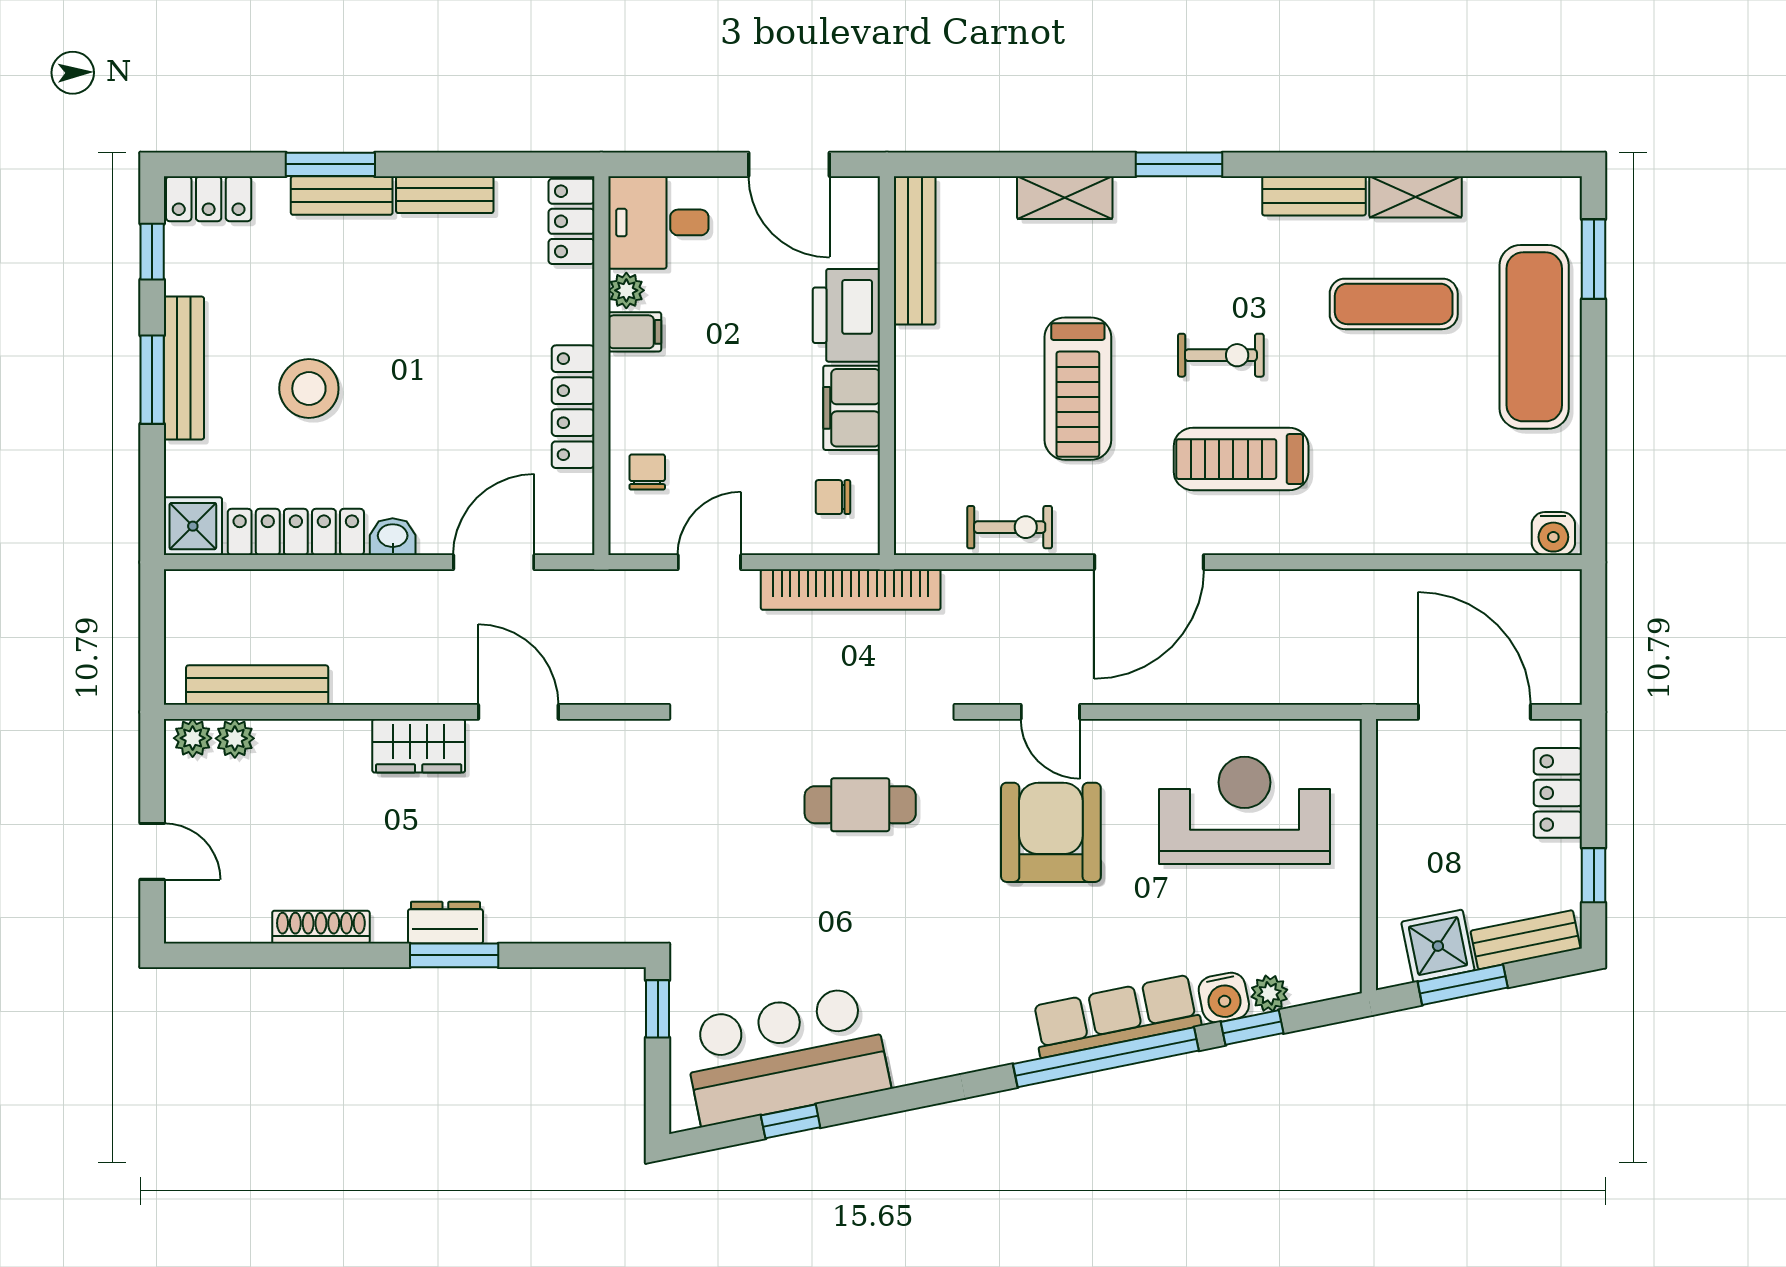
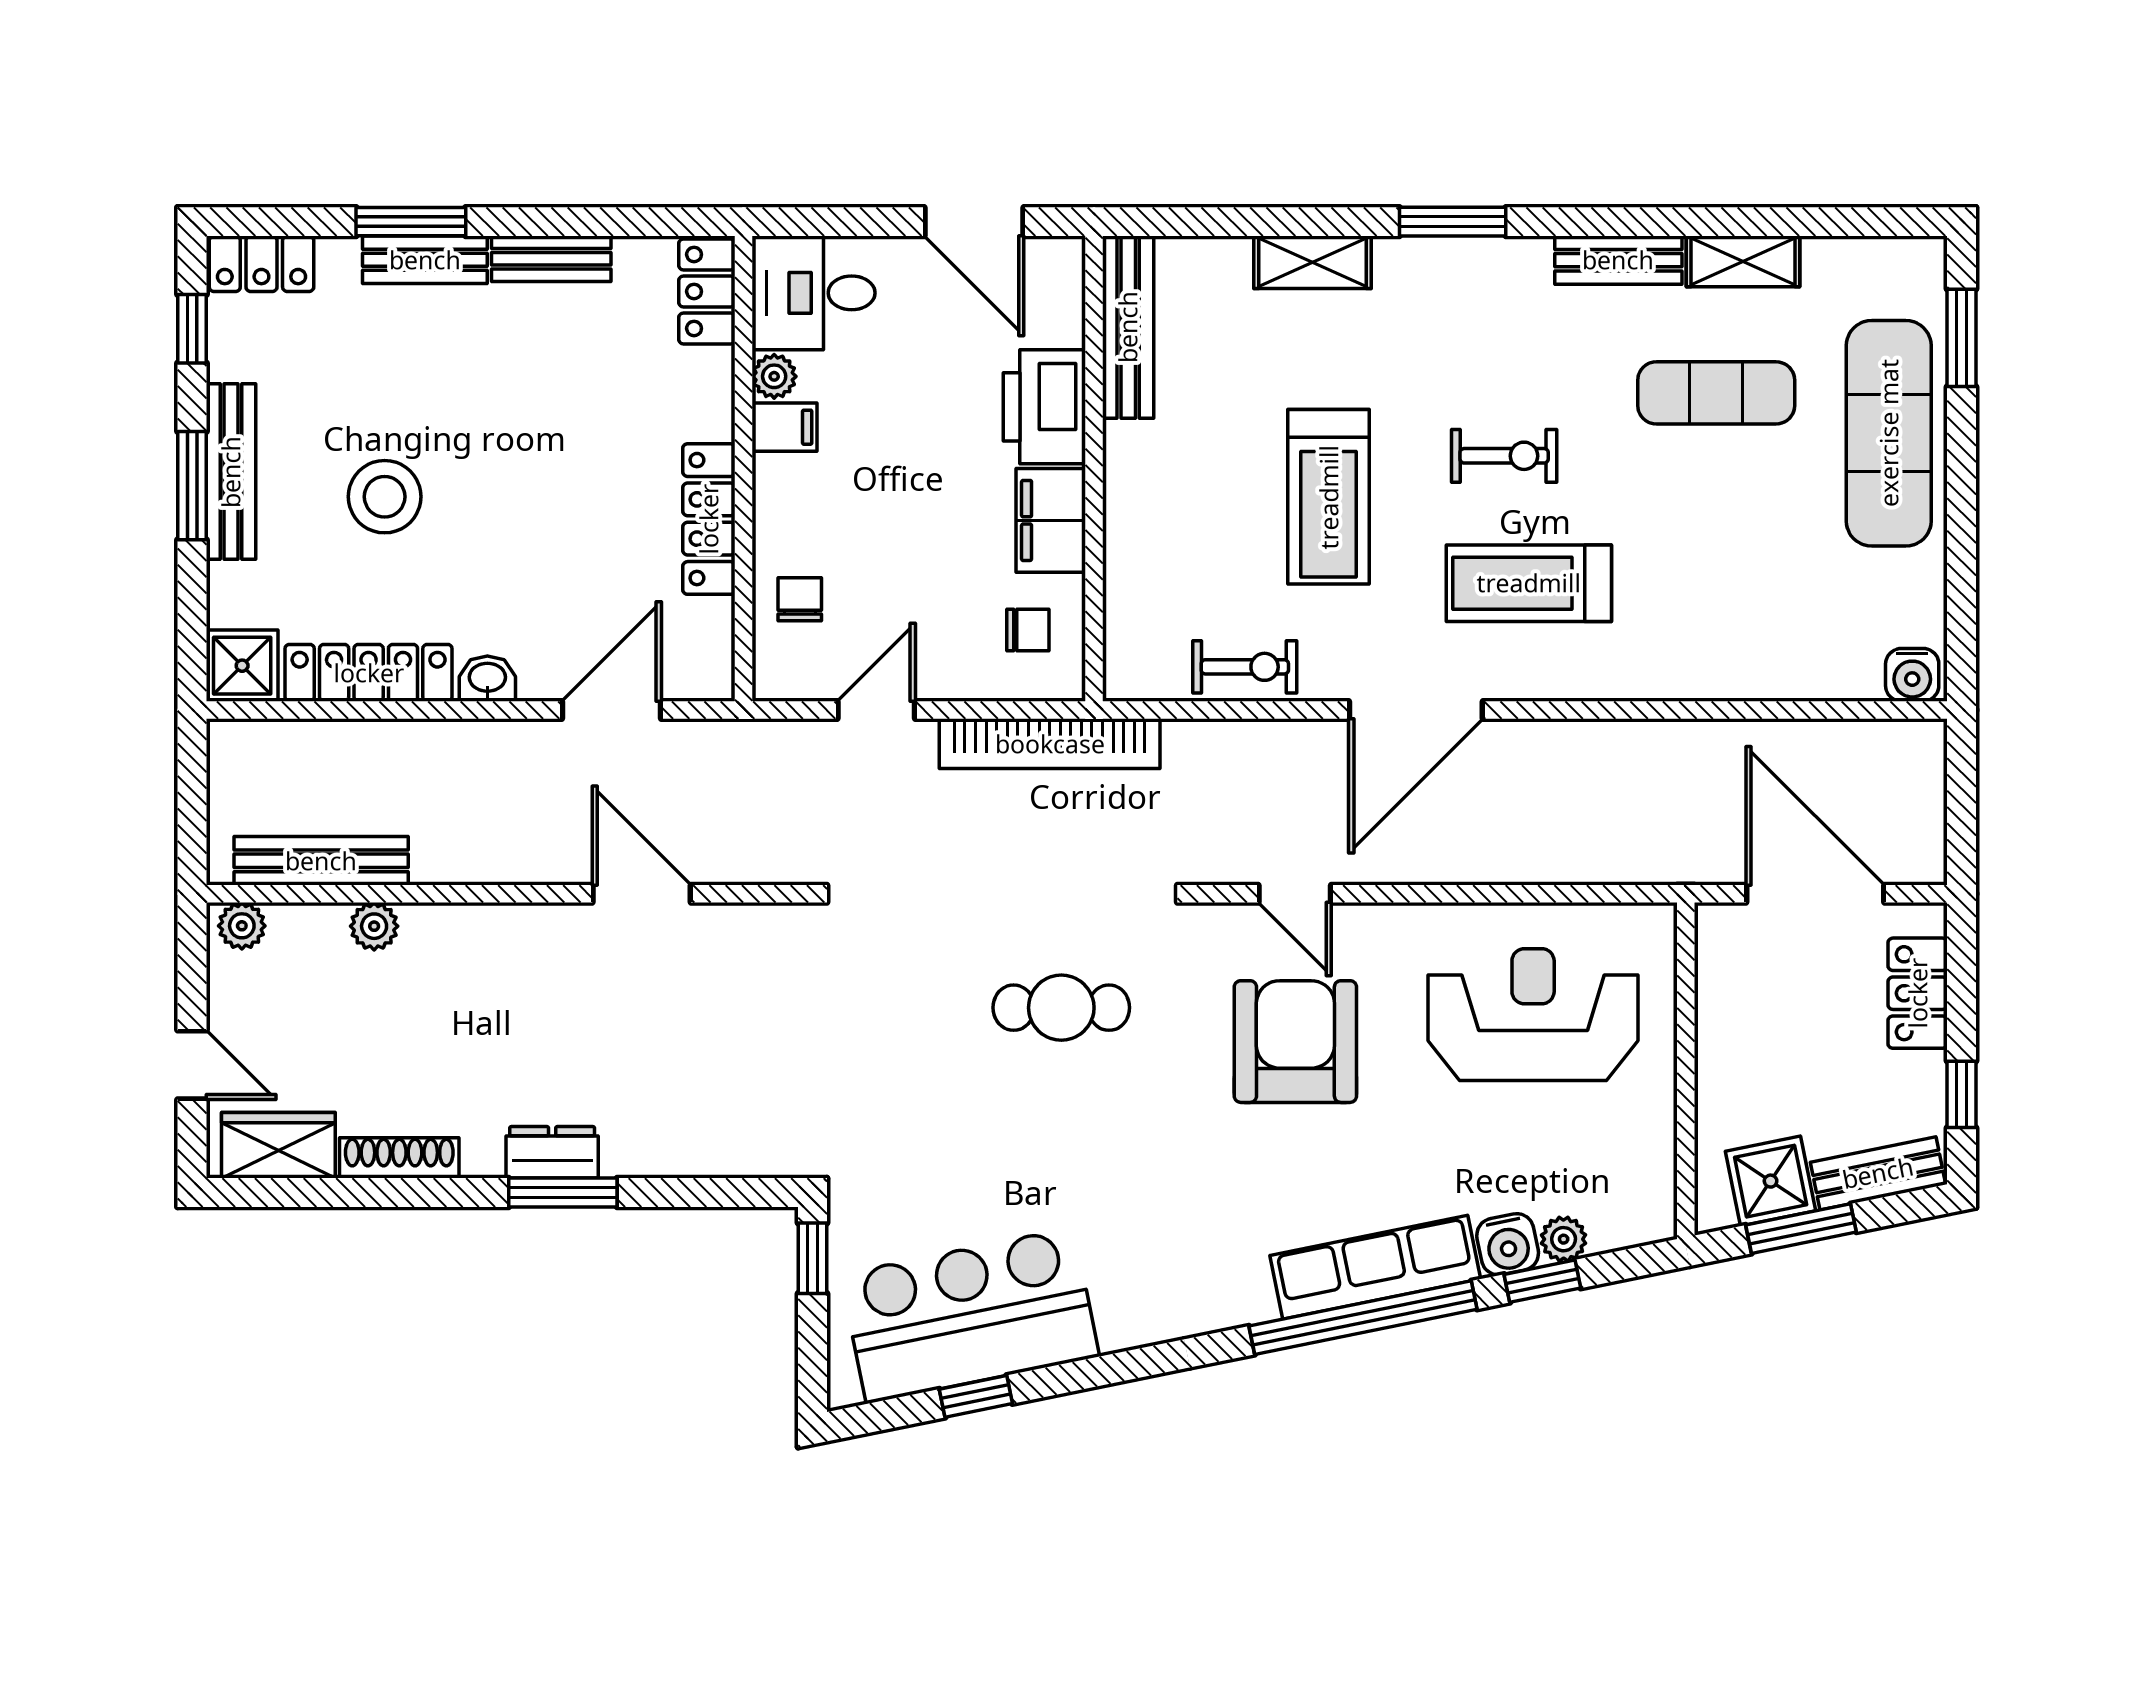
chair: (833, 497) -> (1028, 630), turned 180
plant: (235, 738) -> (374, 926), moved
wardrobe: (419, 746) -> (278, 1145), moved, turned 180

